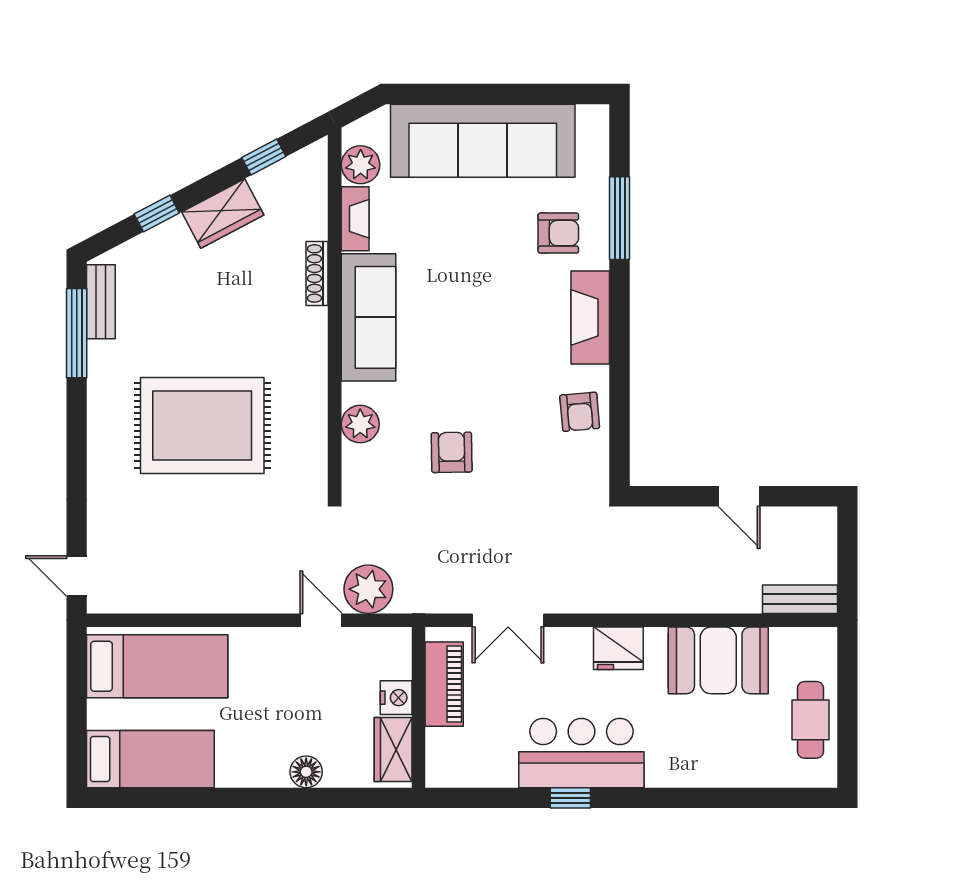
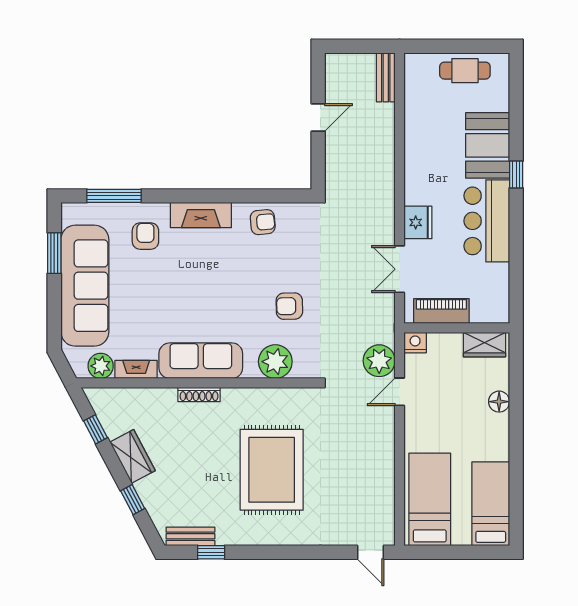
window: (532, 94) -> (54, 253), added
window: (620, 218) -> (114, 196), moved
shoe rack: (317, 273) -> (199, 394), moved
window: (77, 333) -> (211, 552), width x0.46
plant: (360, 424) -> (275, 362), width x1.36, depth x1.36
door: (77, 576) -> (370, 552), hinge flipped
double door: (508, 620) -> (400, 269), swing flipped
fridge: (618, 648) -> (418, 222), moved
booth: (718, 660) -> (488, 145), moved
nightstand: (396, 698) -> (415, 343), moved
window: (570, 798) -> (516, 174), moved

